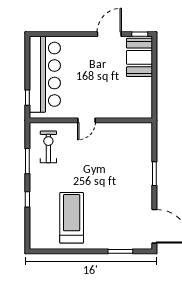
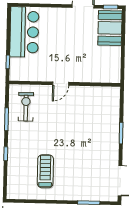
bar counter: (45, 74) -> (24, 32), width x0.73
treadmill: (72, 218) -> (45, 171), width x0.73, depth x0.73

